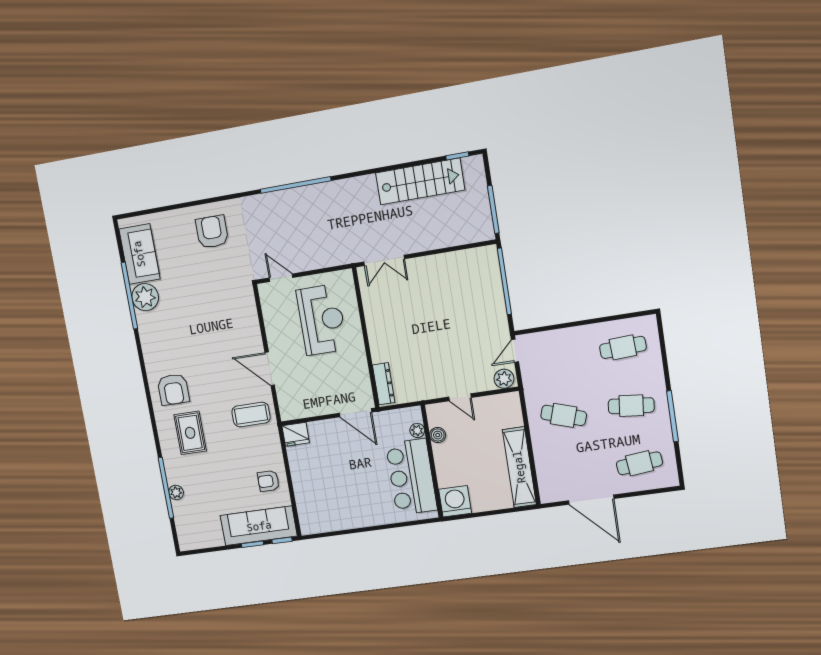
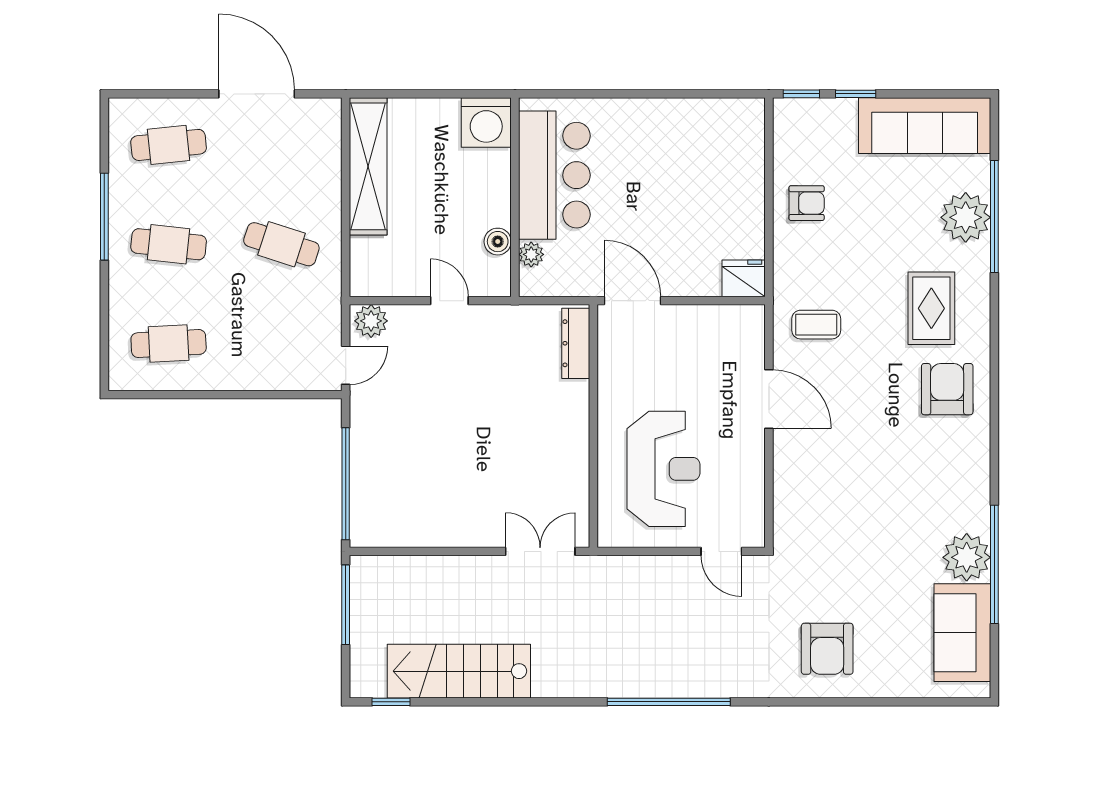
reception desk: (322, 320) -> (663, 469), turned 180
coffee table: (251, 414) -> (816, 325), width x0.73, depth x0.77
plant: (176, 492) -> (966, 217), width x1.87, depth x1.87
sofa: (259, 526) -> (925, 126), moved

